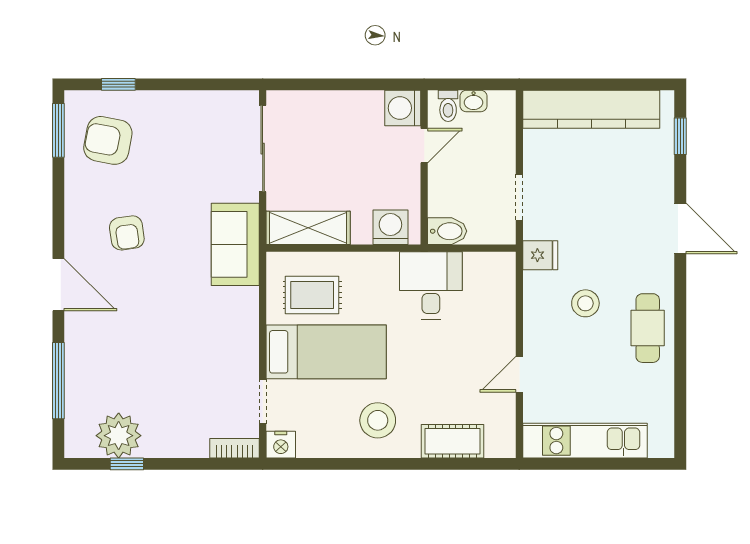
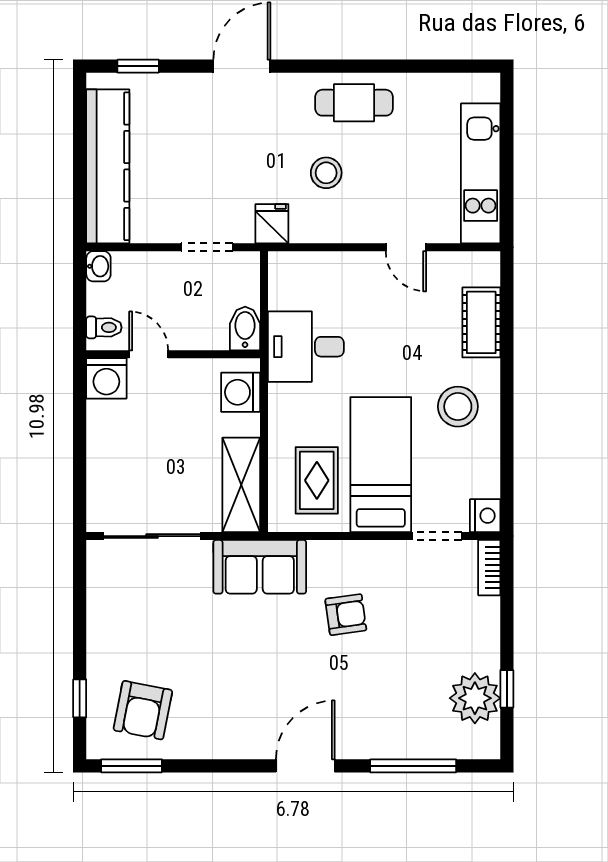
washbasin: (474, 101) -> (98, 266), moved
armchair: (127, 233) -> (346, 615), moved

